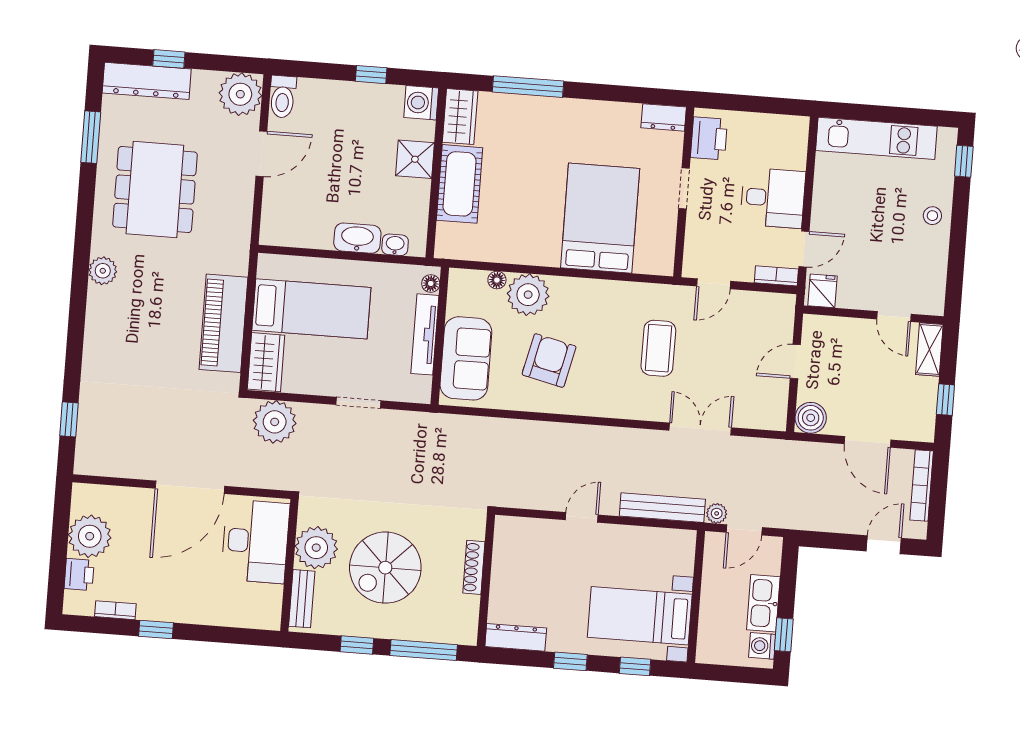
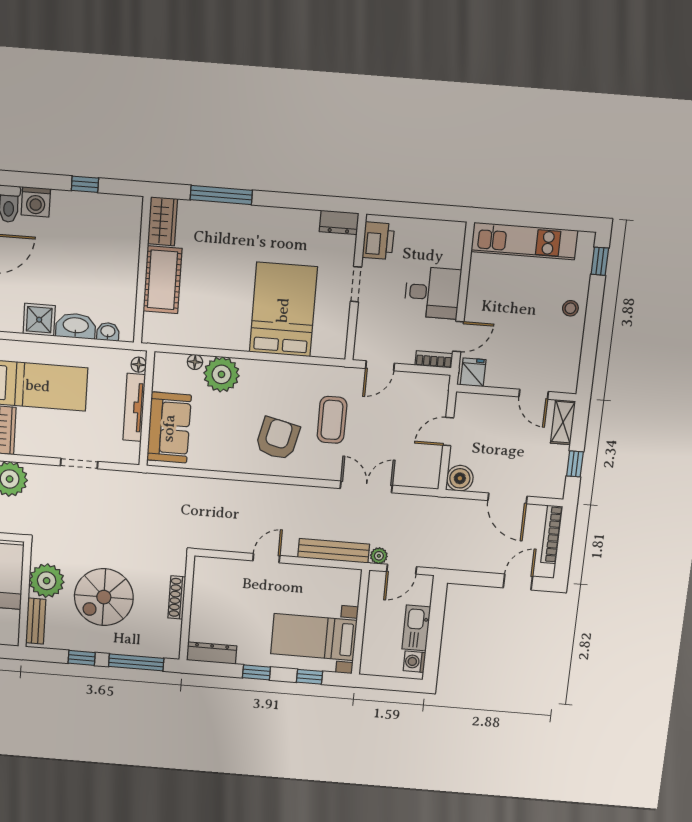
washing machine: (421, 103) -> (36, 202), moved, turned -90
shower: (415, 159) -> (39, 320), moved
armchair: (549, 361) -> (277, 439), moved
window: (784, 635) -> (432, 653), removed

